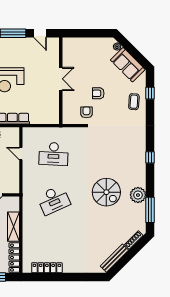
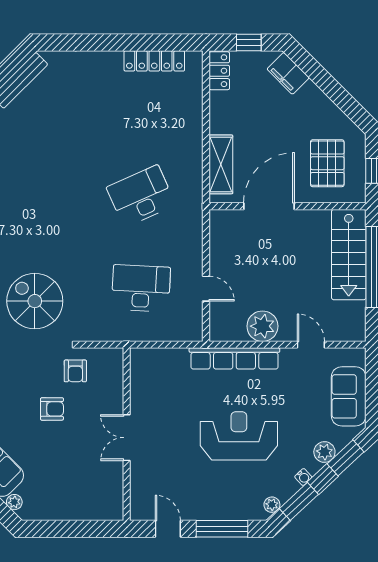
spiral stairs: (106, 192) -> (35, 301), moved
shelving: (14, 227) -> (221, 164), moved
locker: (14, 258) -> (219, 71), width x0.66

